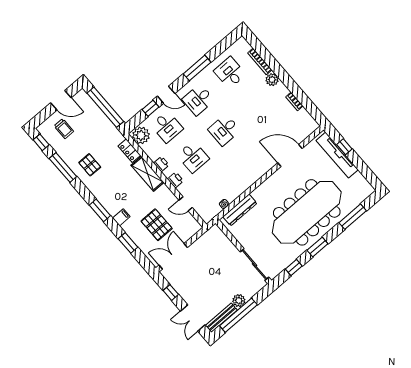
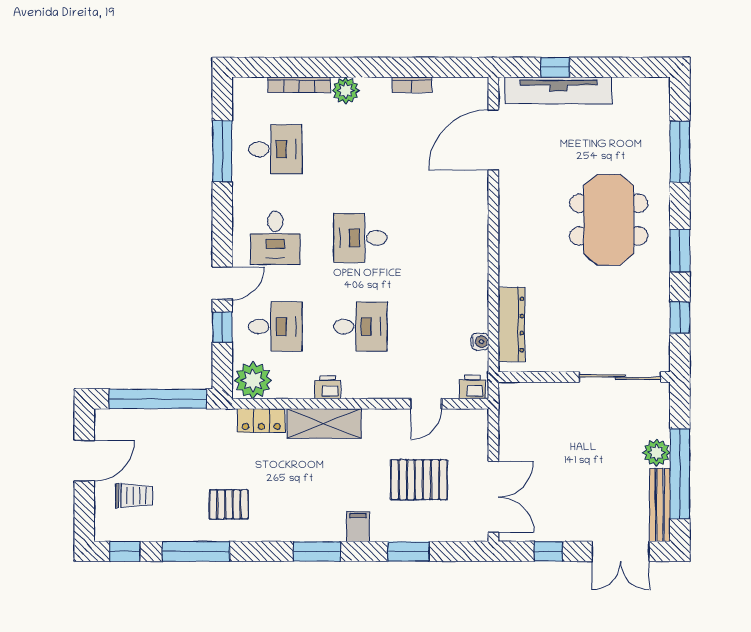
window: (197, 68) -> (222, 151), moved
desk: (230, 73) -> (275, 149), turned 180
desk: (224, 130) -> (360, 238), turned 90
door: (290, 156) -> (493, 140), moved
printer: (175, 180) -> (472, 387), moved
meeting table: (307, 212) -> (609, 220), width x0.54, depth x0.79
double door: (173, 256) -> (493, 497), swing flipped

